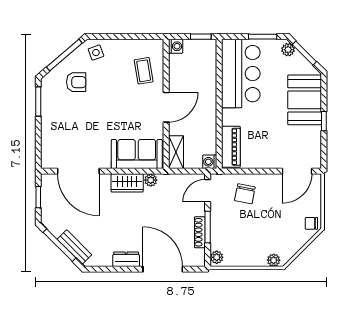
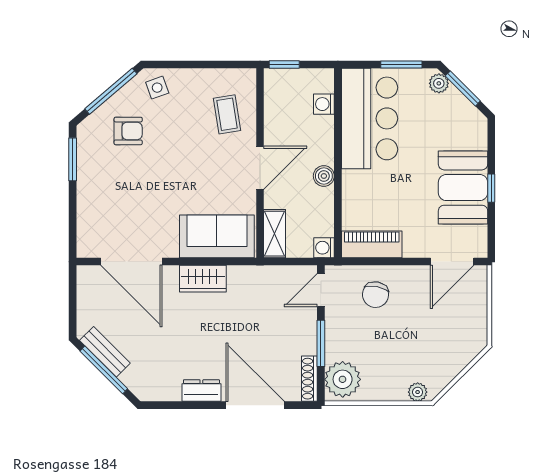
window: (201, 37) -> (284, 64), moved
washing machine: (176, 46) -> (324, 104), moved, turned 180
booth: (305, 100) -> (463, 188), moved
boiler: (210, 113) -> (324, 176), added
piano: (231, 147) -> (372, 244), moved, turned -90
plant: (151, 180) -> (237, 275), removed
window: (38, 197) -> (73, 300), removed
chair: (311, 223) -> (473, 338), removed
shoe rack: (200, 232) -> (309, 379), moved
bench: (74, 247) -> (105, 352), moved
plant: (217, 257) -> (343, 379), width x1.88, depth x1.88

